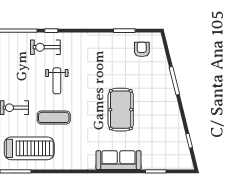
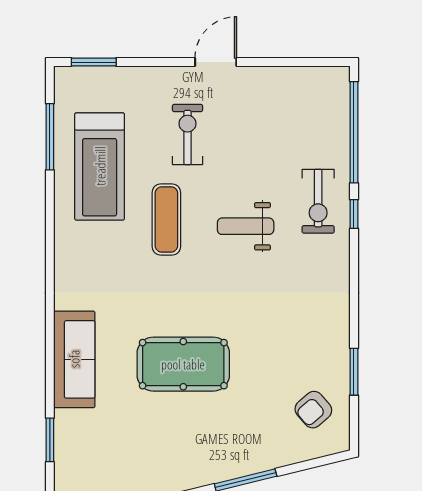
exercise bike: (45, 47) -> (318, 201), turned 180
armchair: (142, 49) -> (313, 410), turned 139

